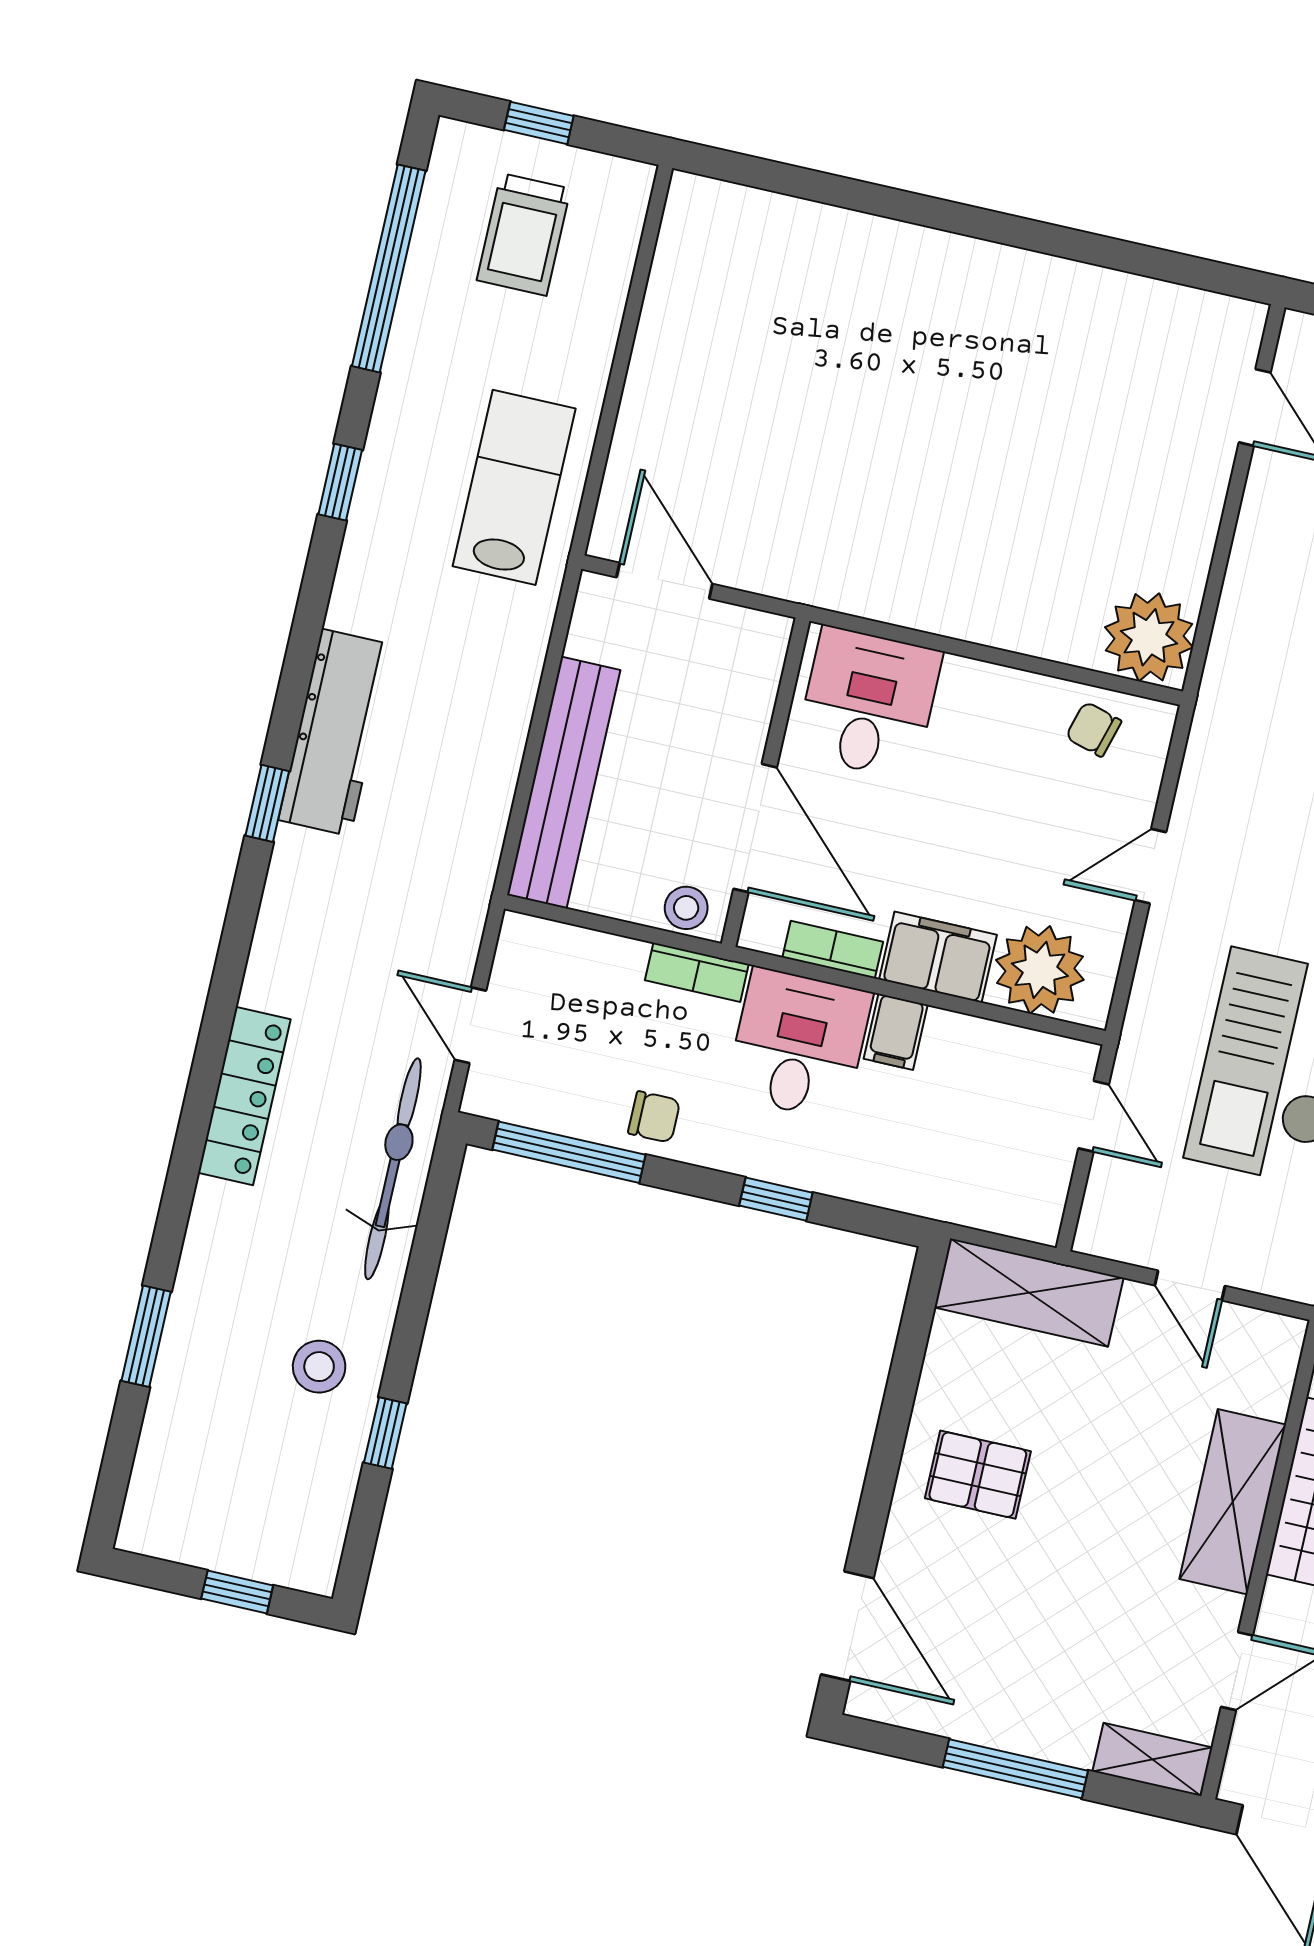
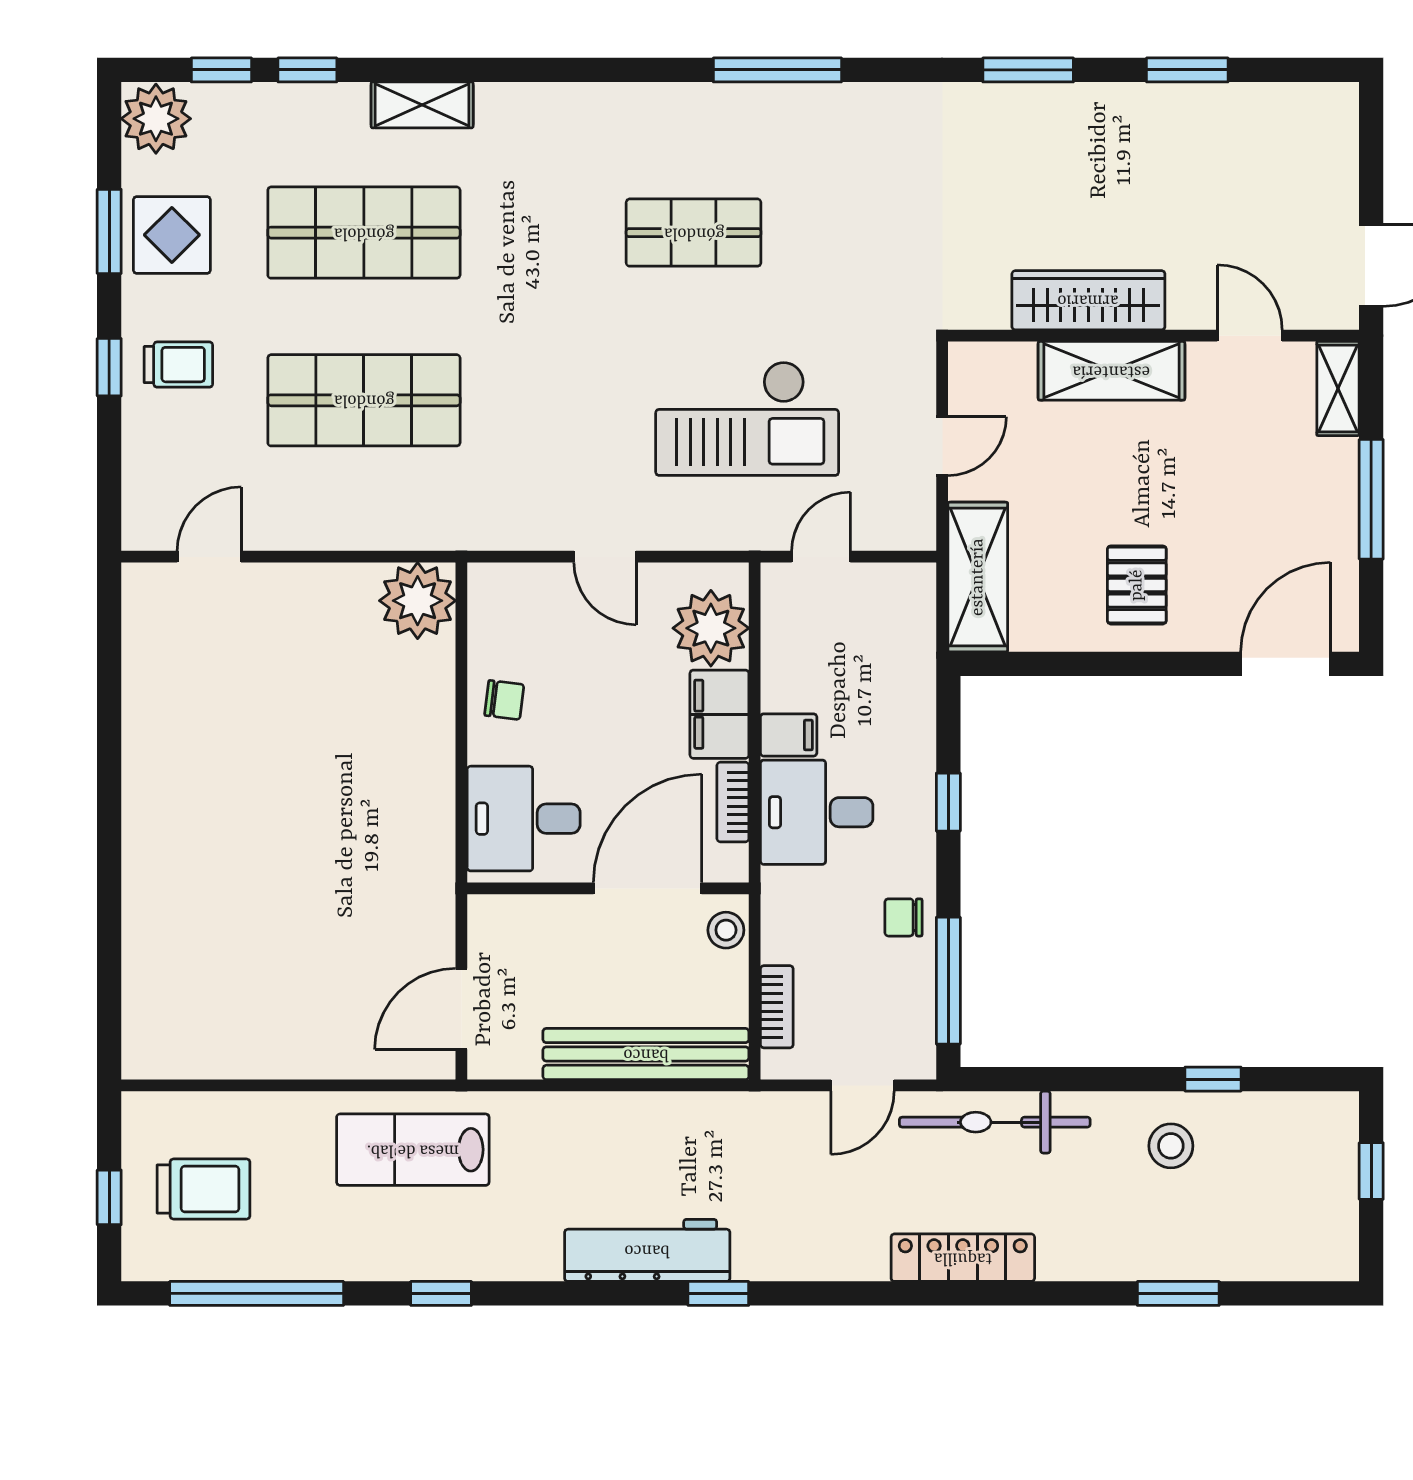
chair: (1094, 729) -> (504, 700), moved, turned -99
bookcase: (697, 972) -> (777, 1007), moved
chair: (654, 1117) -> (904, 917), turned -90

